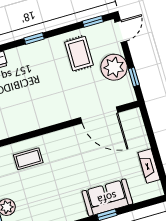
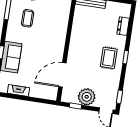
rug: (79, 54) -> (109, 58), moved, turned 90
coffee table: (28, 159) -> (28, 18), moved

